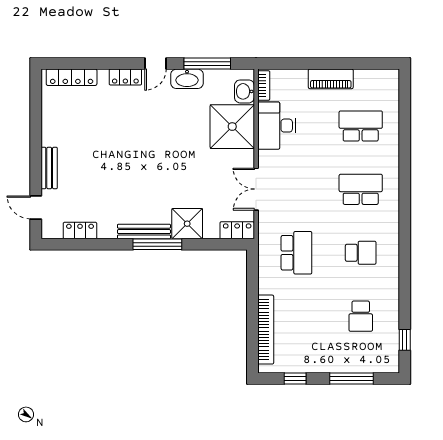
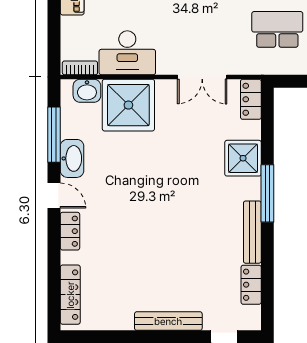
bench: (49, 168) -> (168, 321), width x1.36
bench: (144, 232) -> (252, 232), moved

